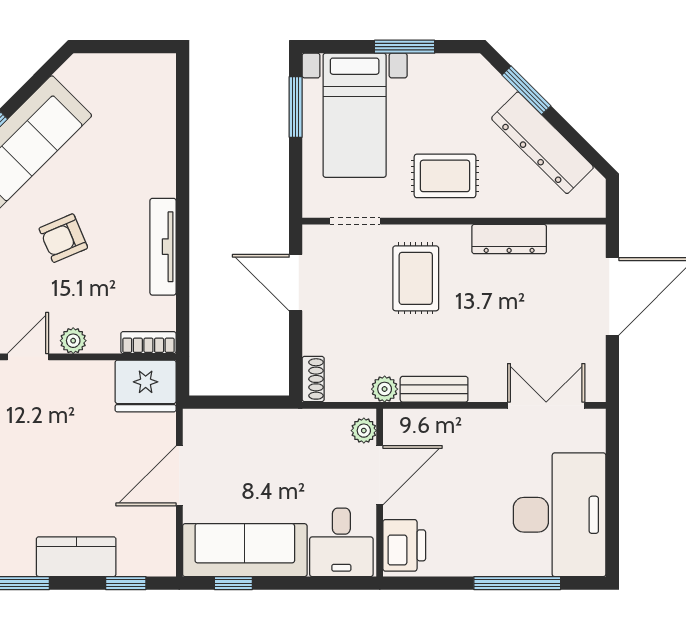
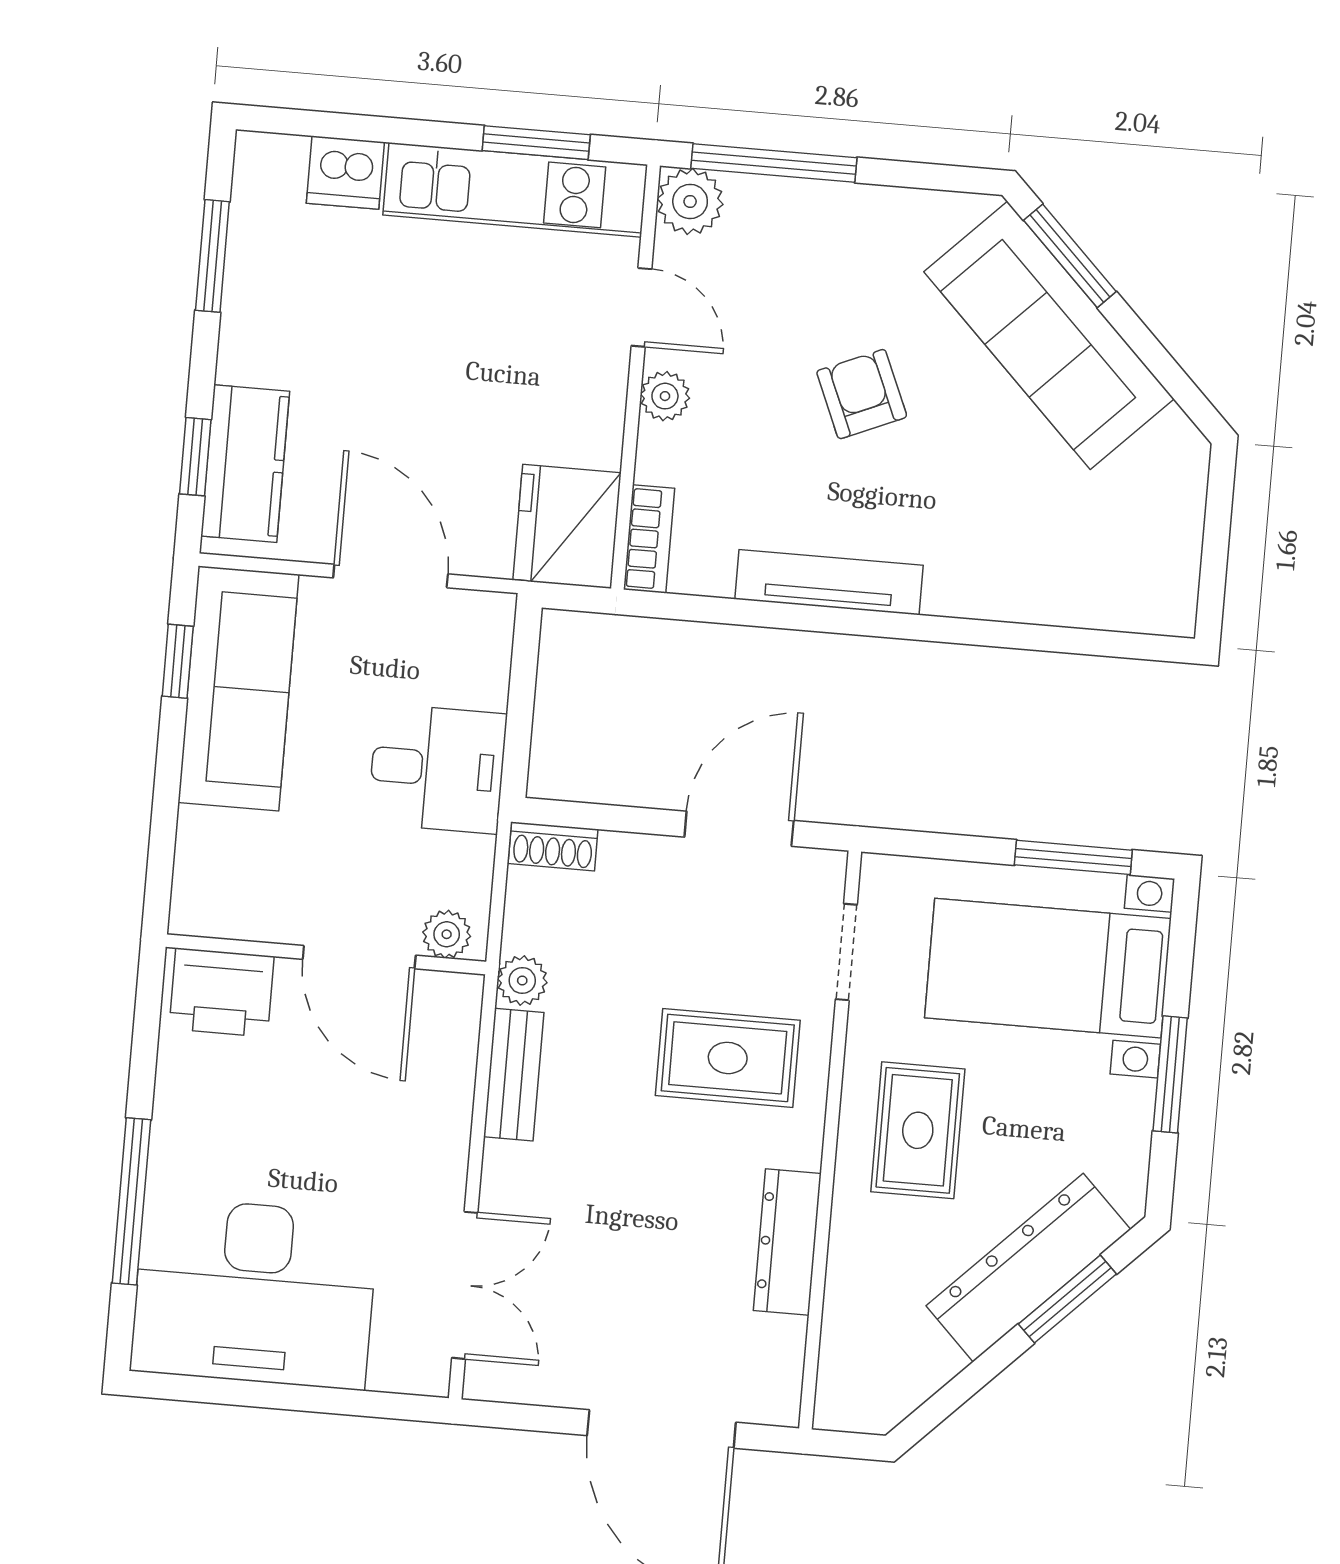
dresser: (542, 143) -> (1028, 1268), moved
desk: (341, 542) -> (437, 769), moved, turned 180
kitchen counter: (76, 557) -> (245, 464), moved

